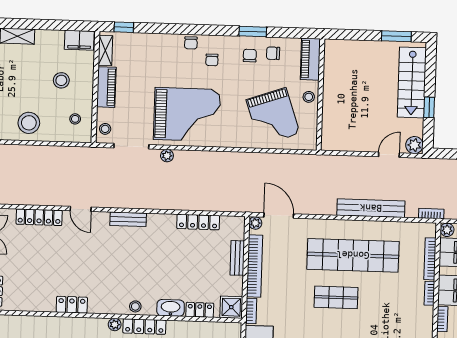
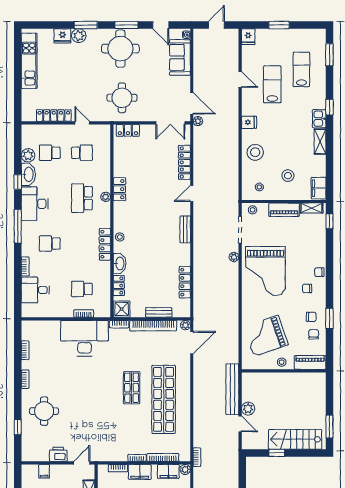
plant: (414, 145) -> (248, 409), moved
bench: (371, 208) -> (232, 389), moved
plant: (115, 324) -> (106, 197), moved

